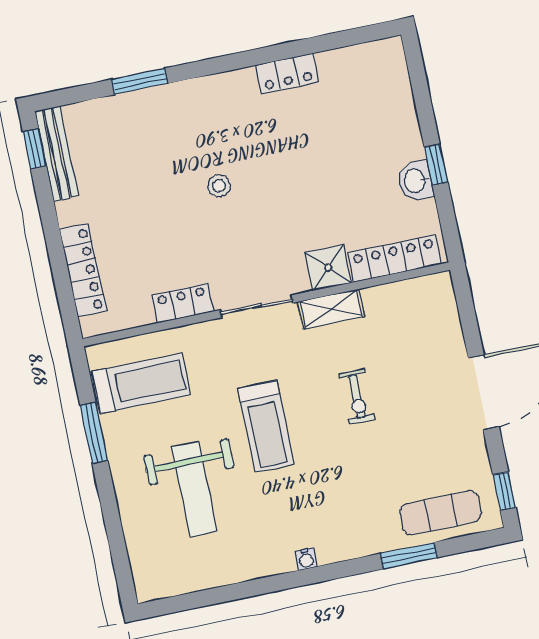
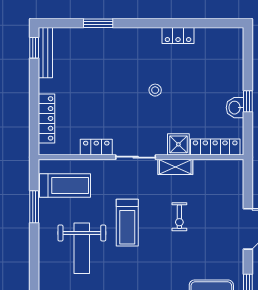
stool: (219, 186) -> (155, 90), moved

